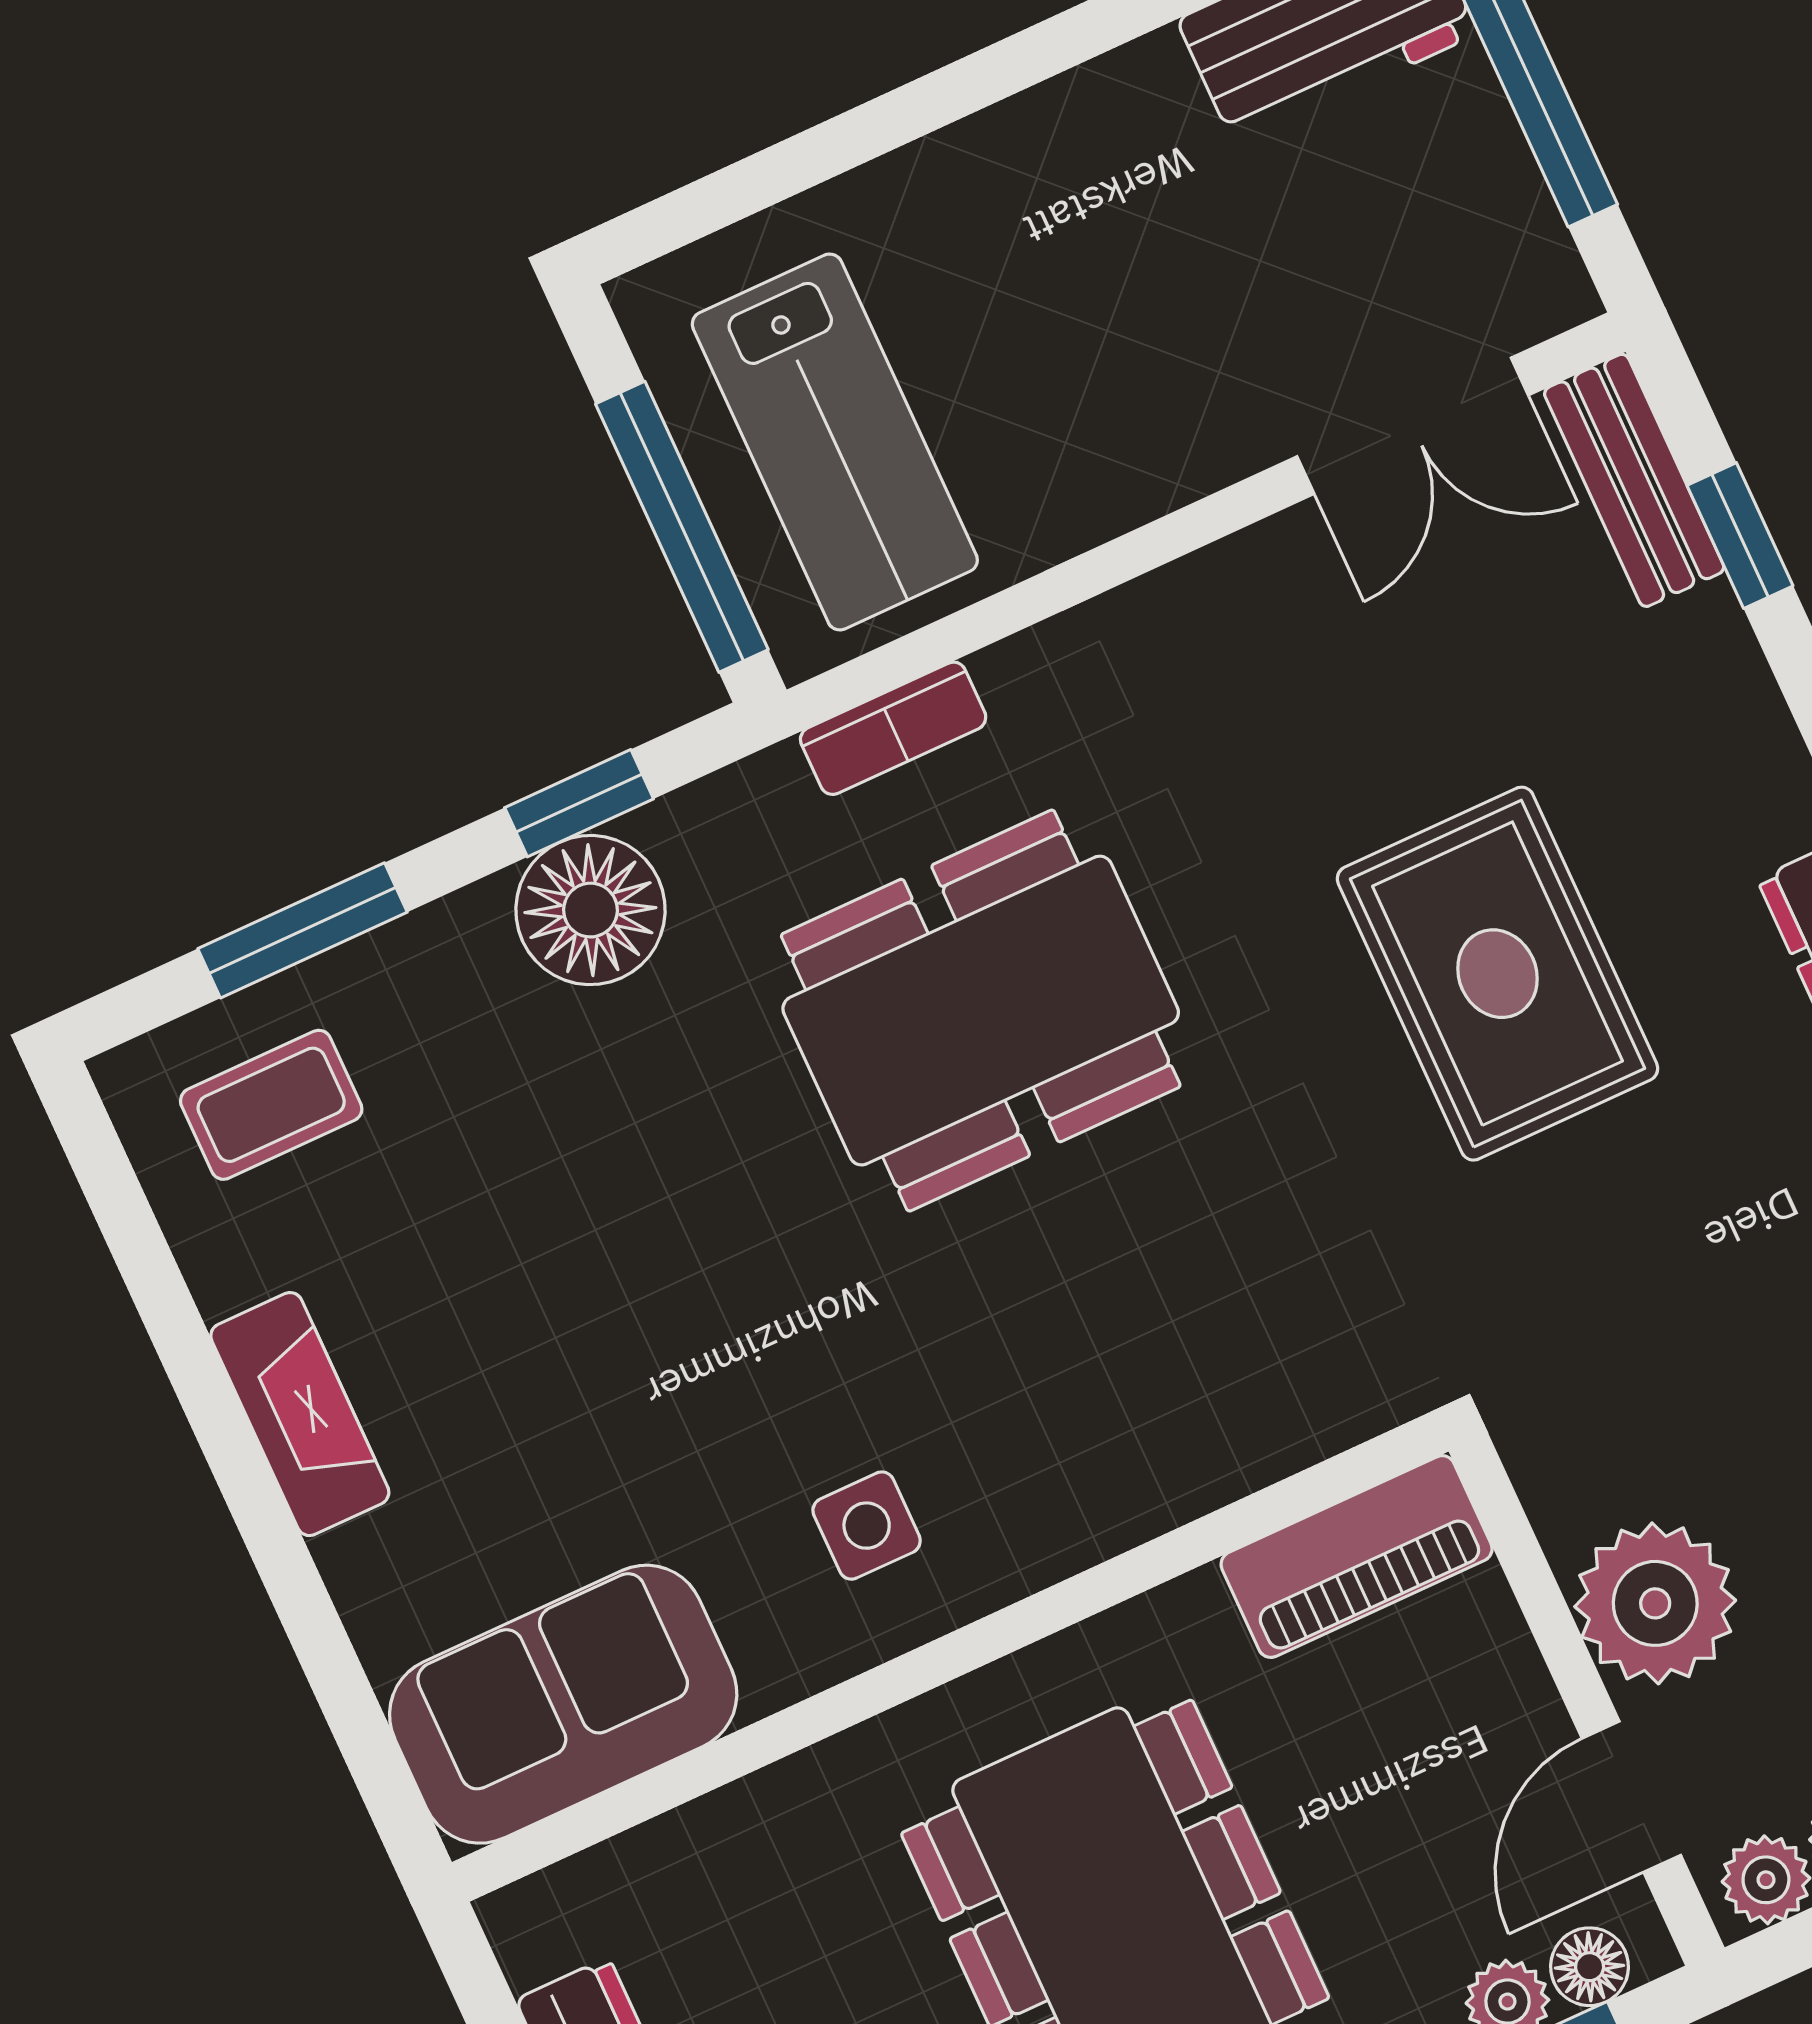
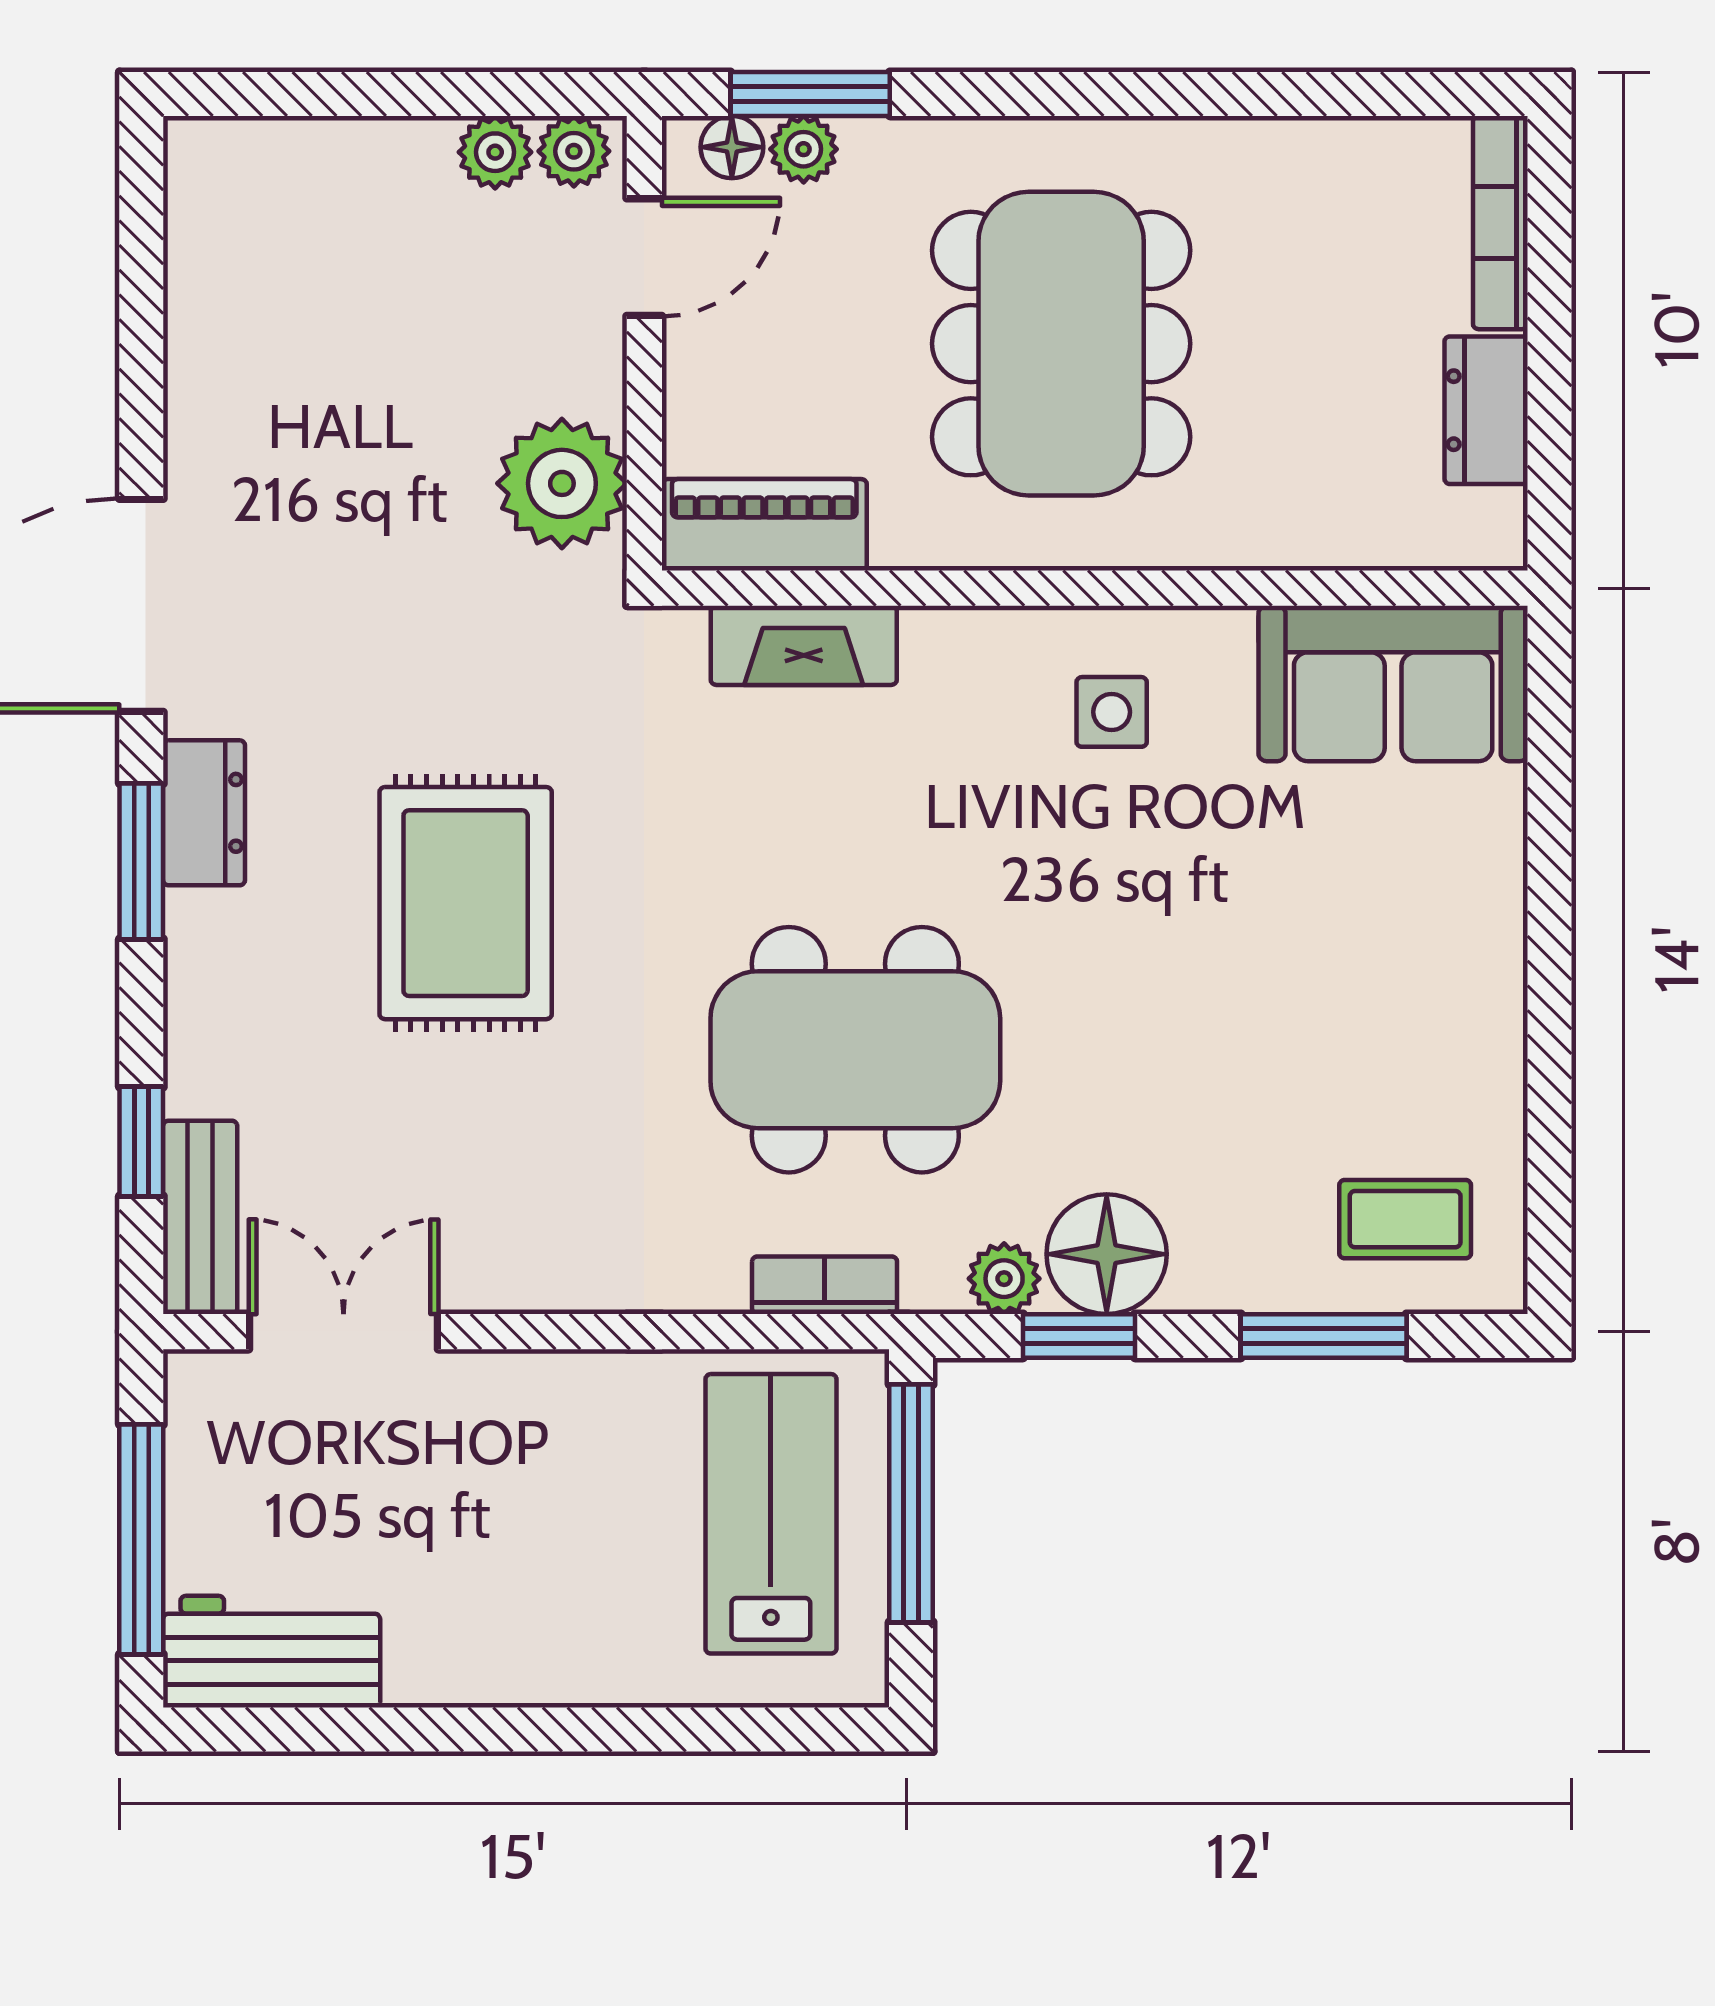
plant: (694, 829) -> (1004, 1279), added
fireplace: (300, 1414) -> (804, 645), moved, turned -90
plant: (1655, 1603) -> (562, 483), moved

